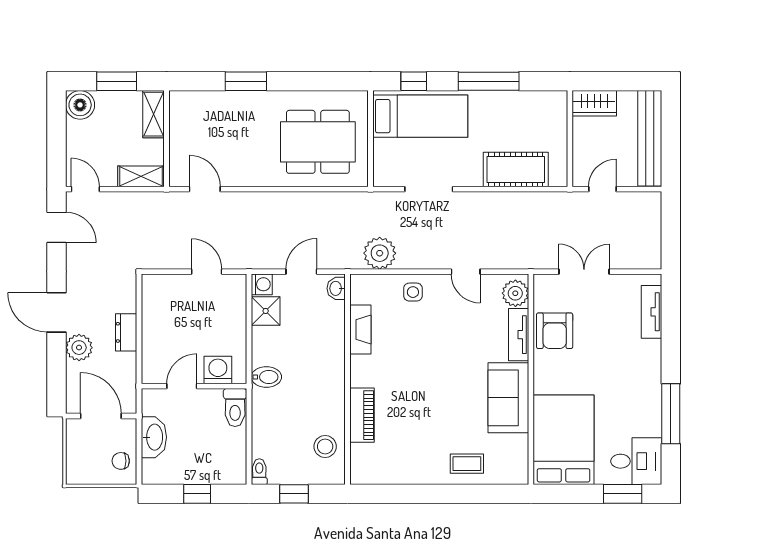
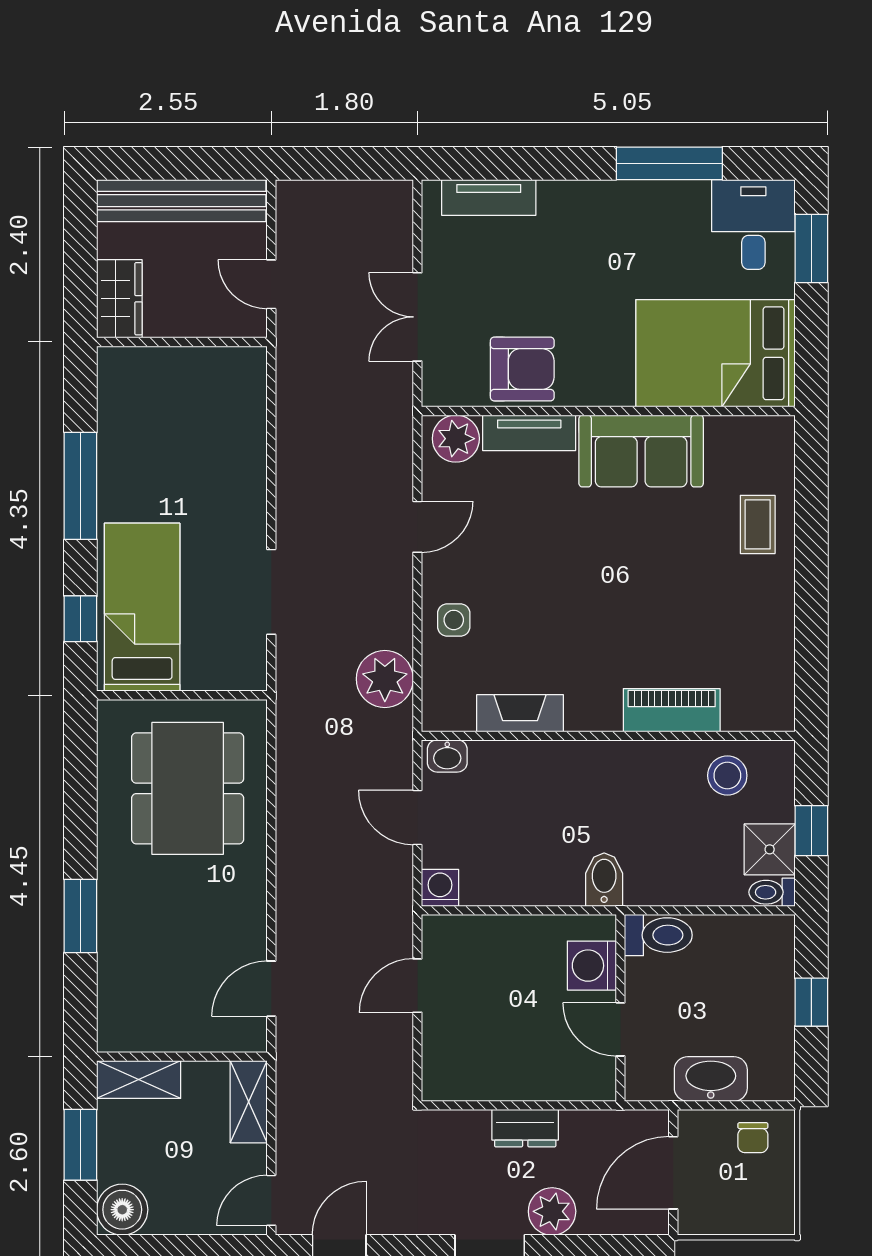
cot: (516, 169) -> (237, 438), removed
shower: (266, 311) -> (770, 849), moved

